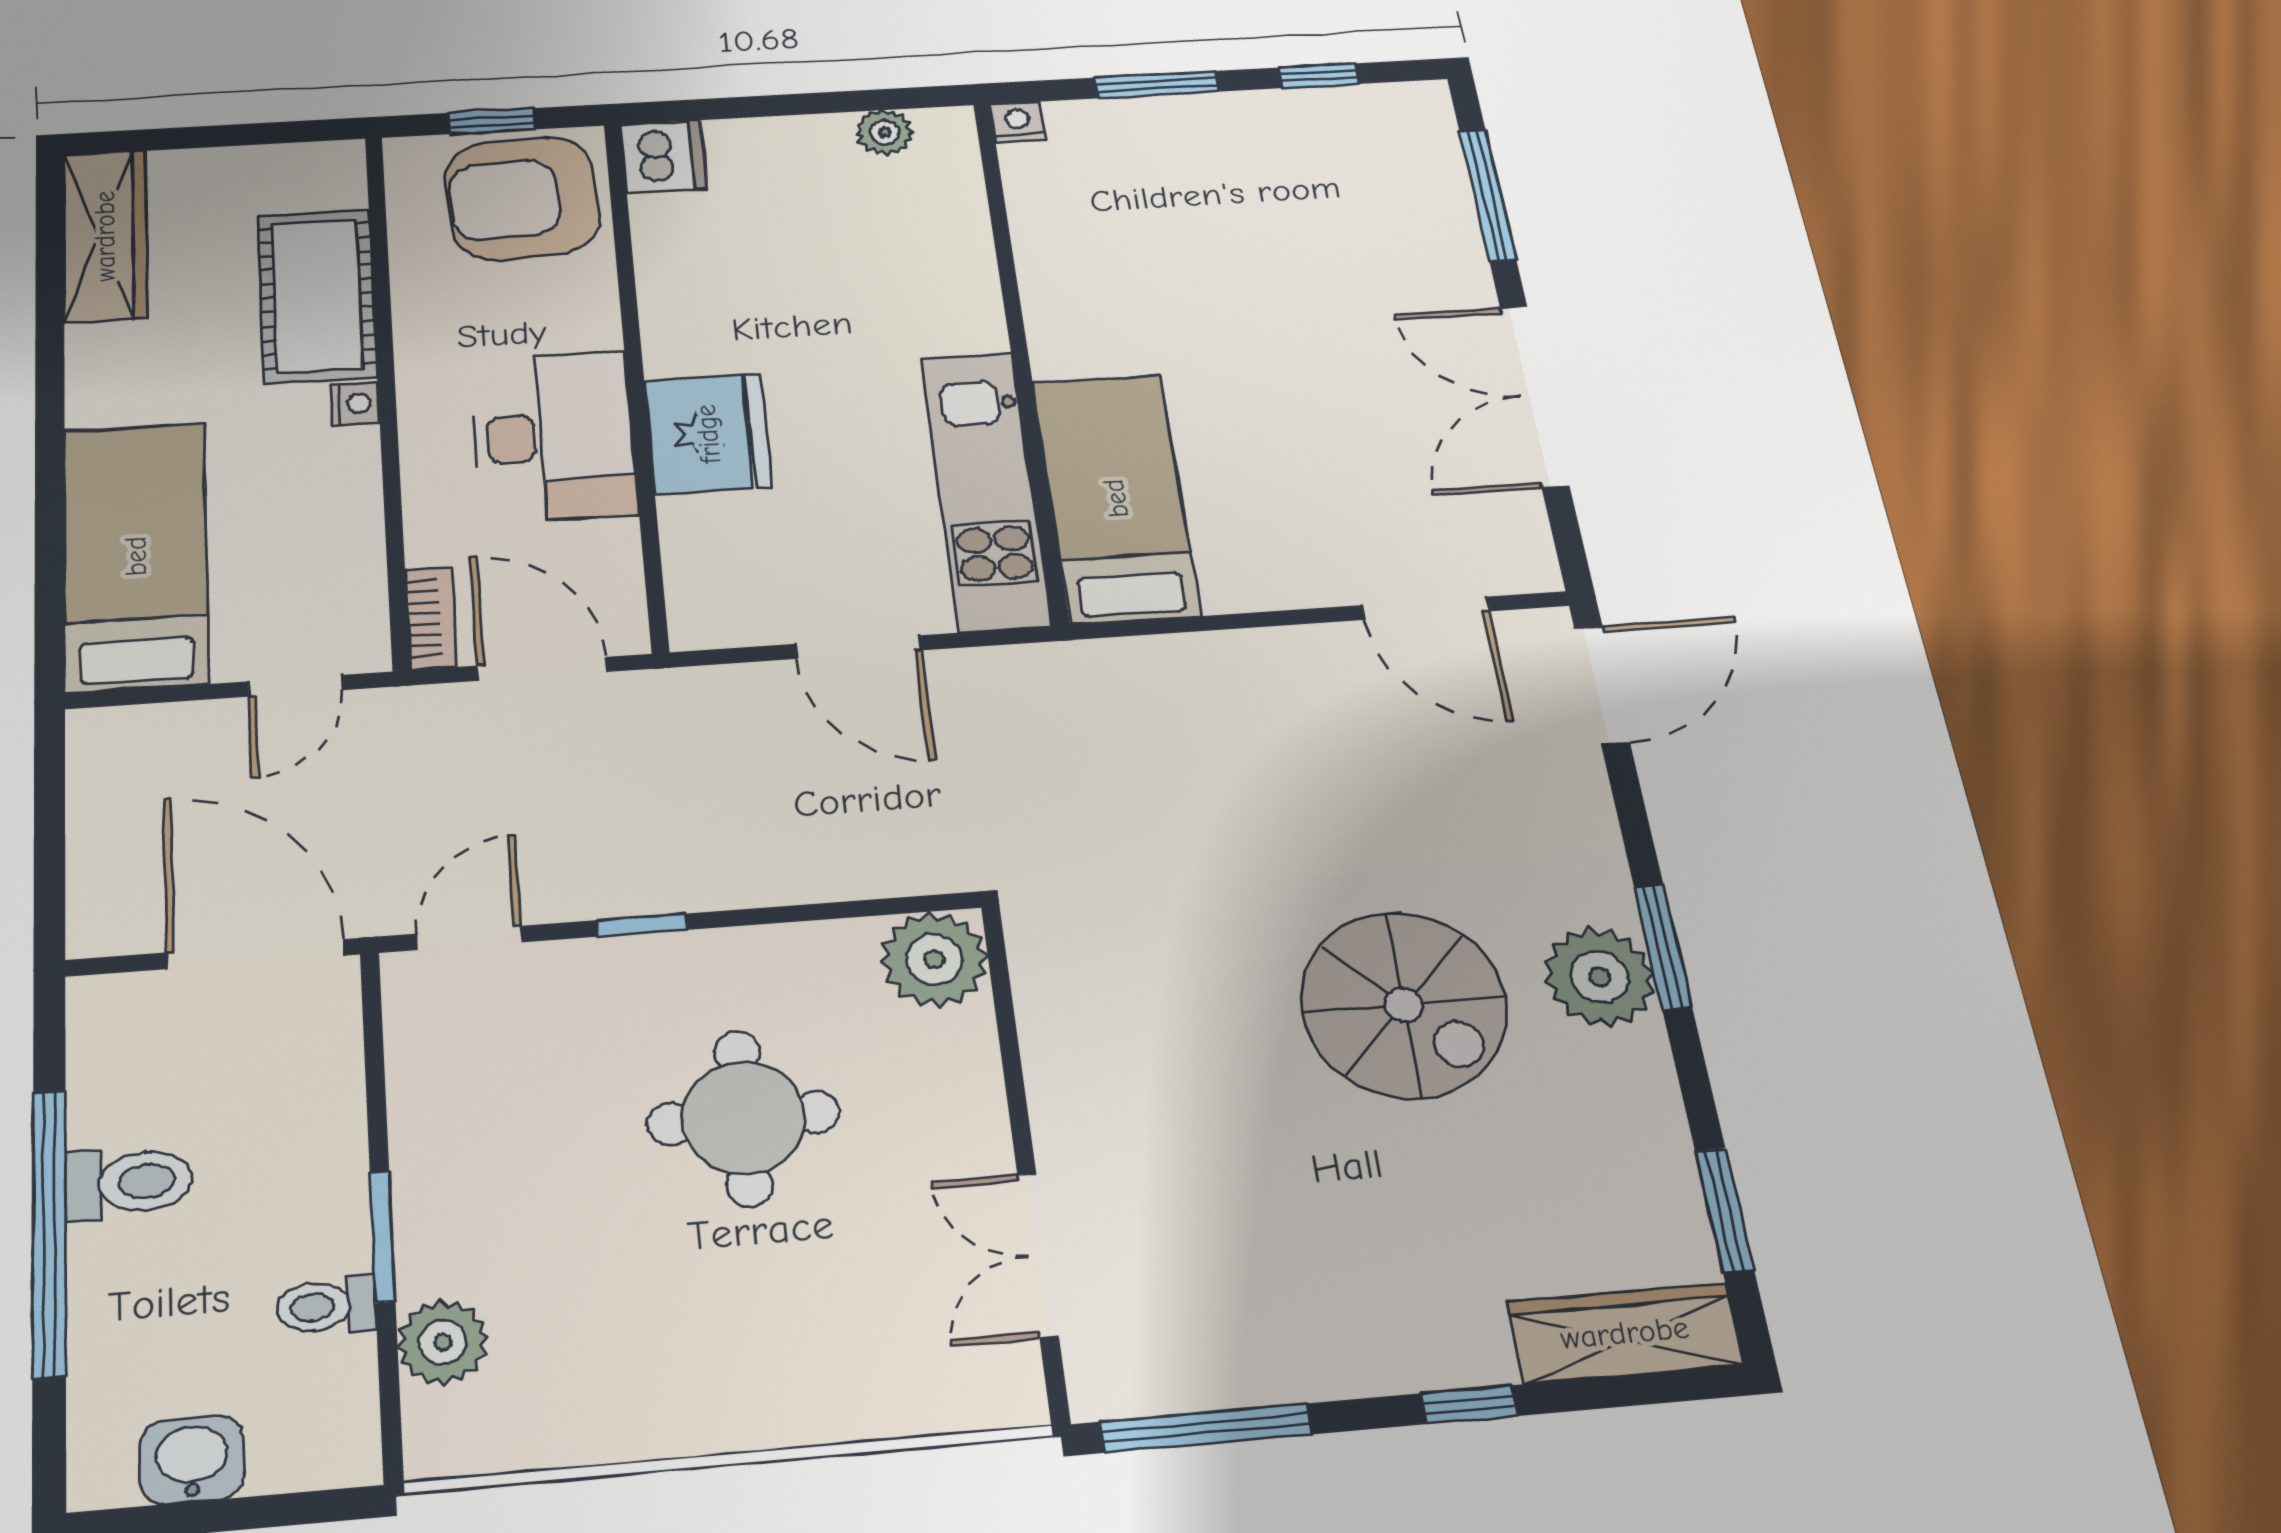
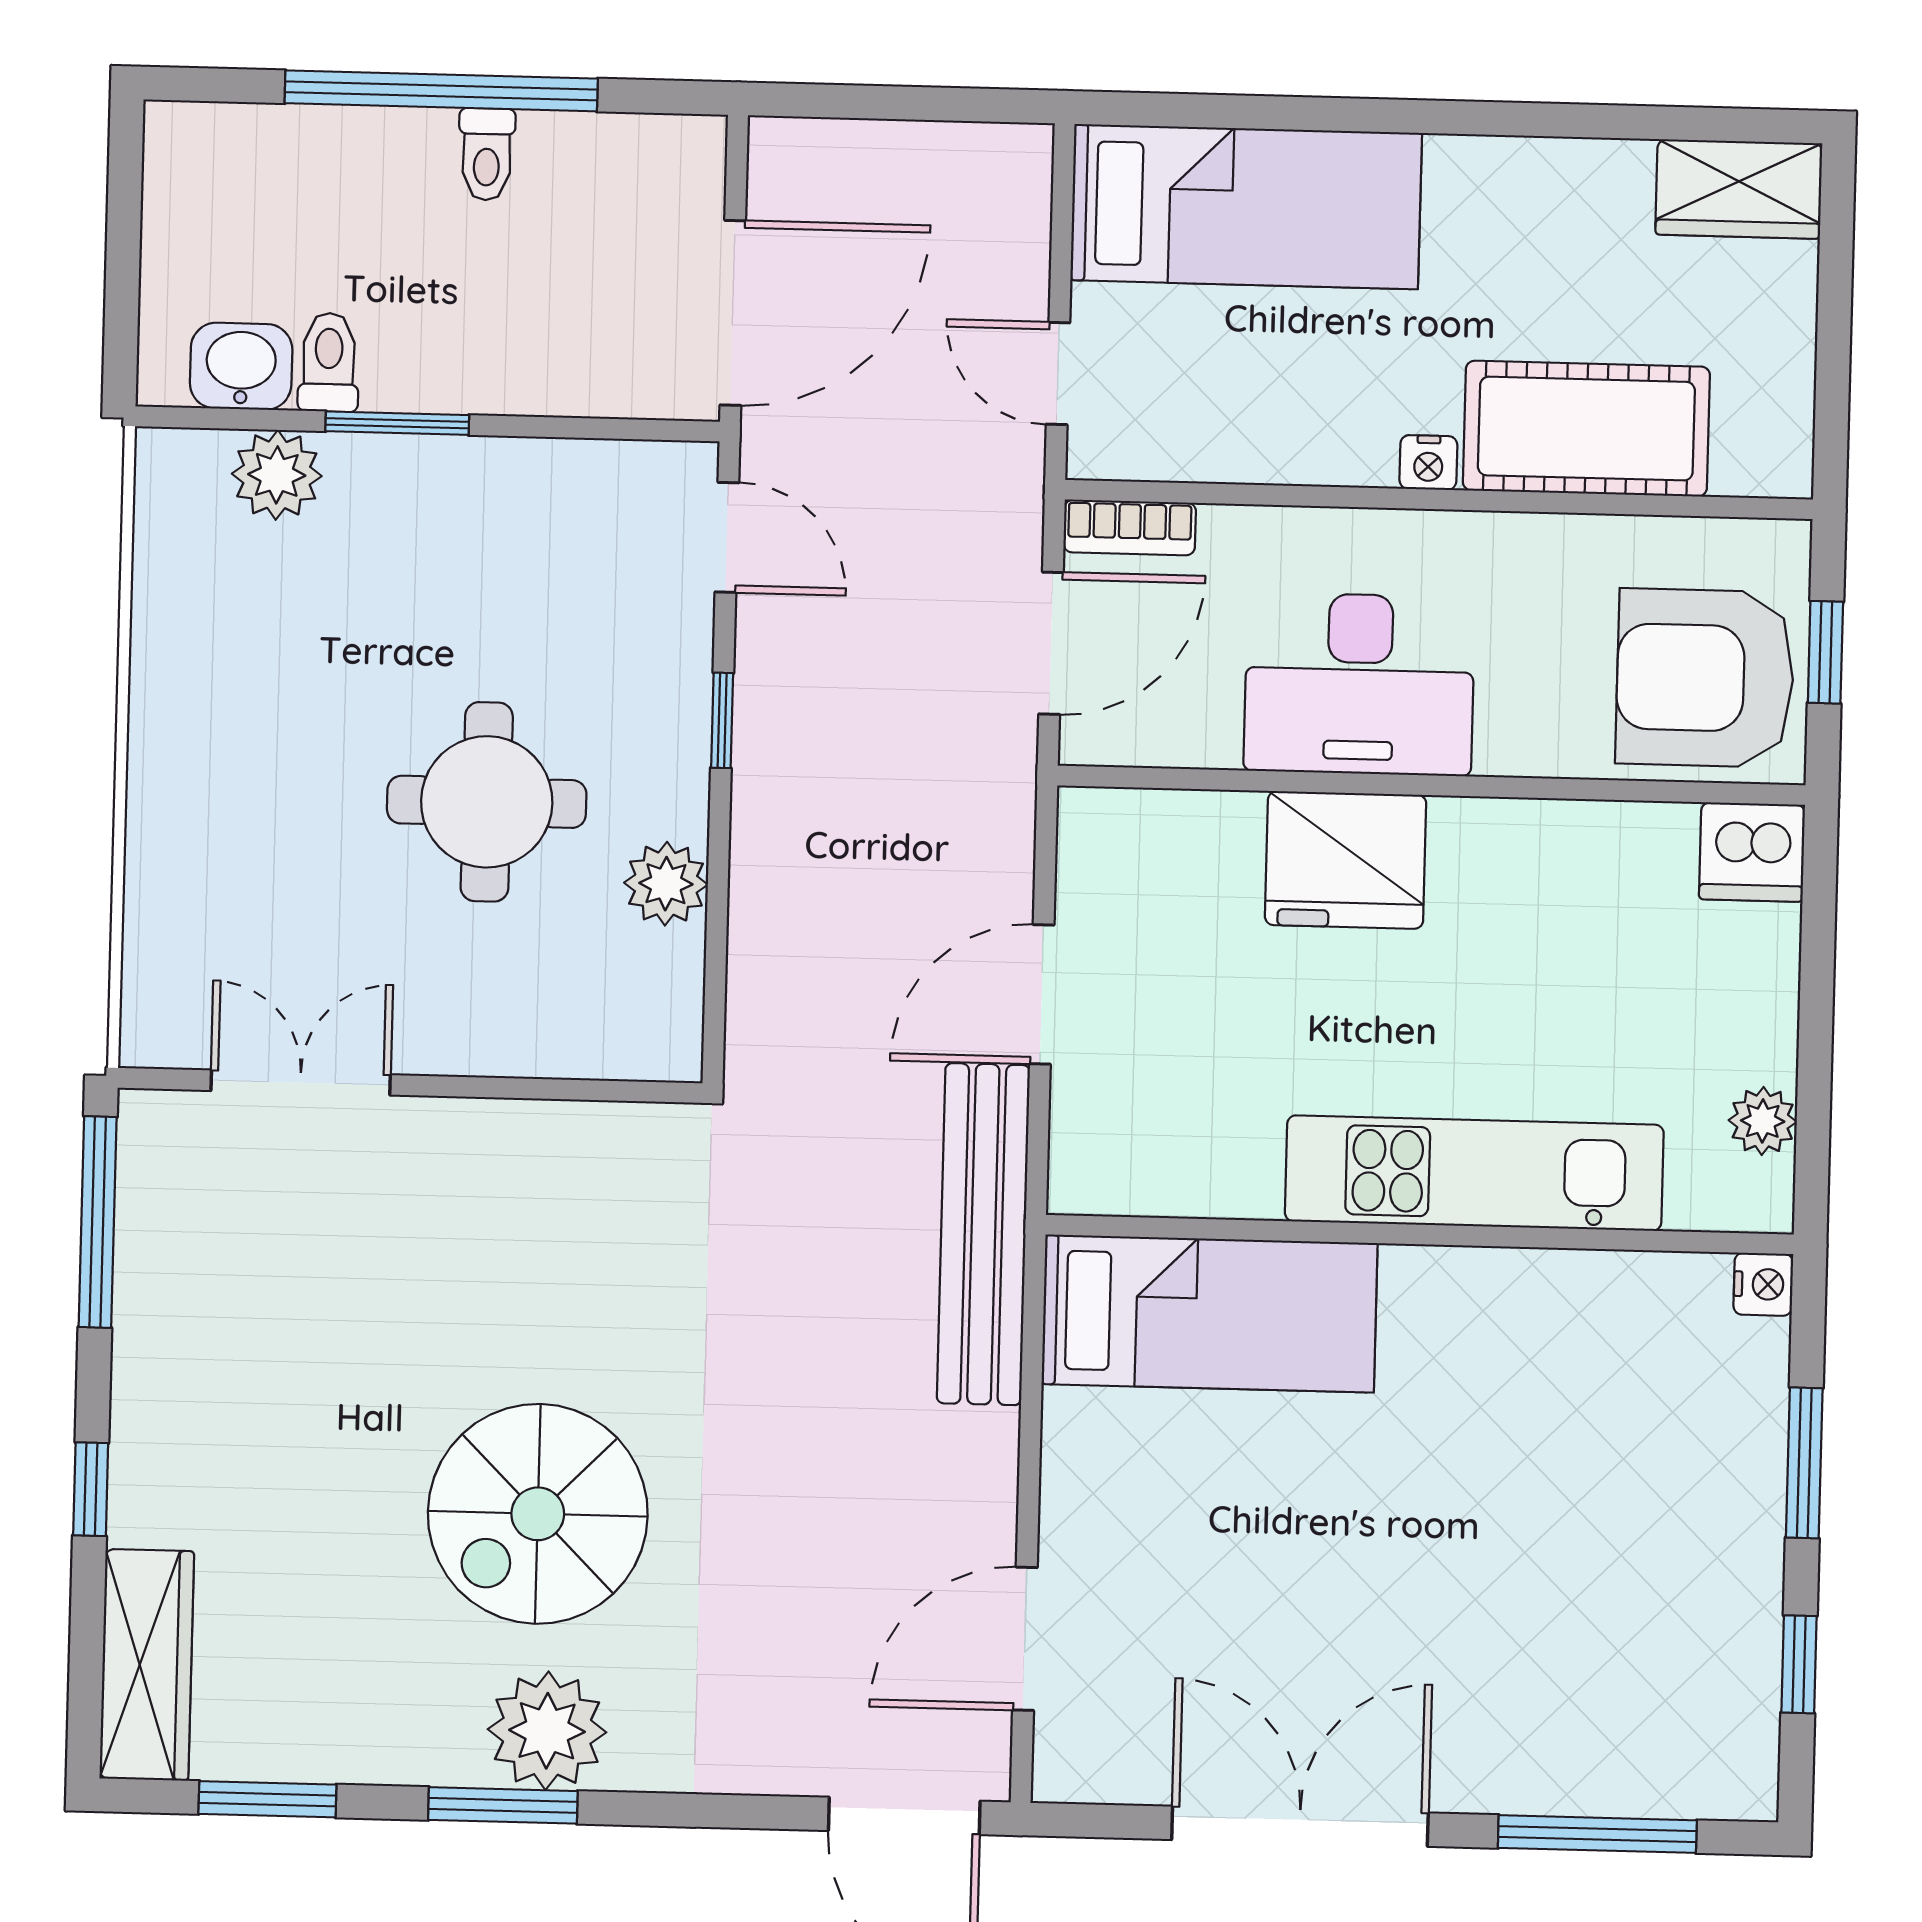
armchair: (522, 198) -> (1705, 678), turned -87
wardrobe: (105, 236) -> (1739, 189), width x0.67
kitchen unit: (986, 490) -> (1474, 1173), moved
bench: (1079, 672) -> (983, 1234), added
window: (1663, 947) -> (503, 1805), moved
plant: (934, 959) -> (666, 884), moved, width x0.73, depth x0.73
toilet: (129, 1182) -> (487, 154), width x0.73, depth x0.72
washbasin: (192, 1460) -> (241, 366), moved, turned -90

